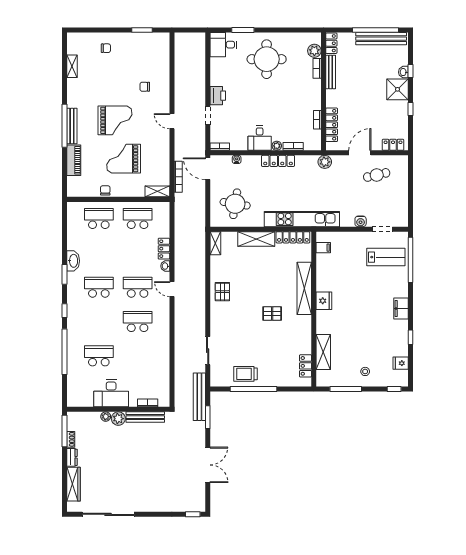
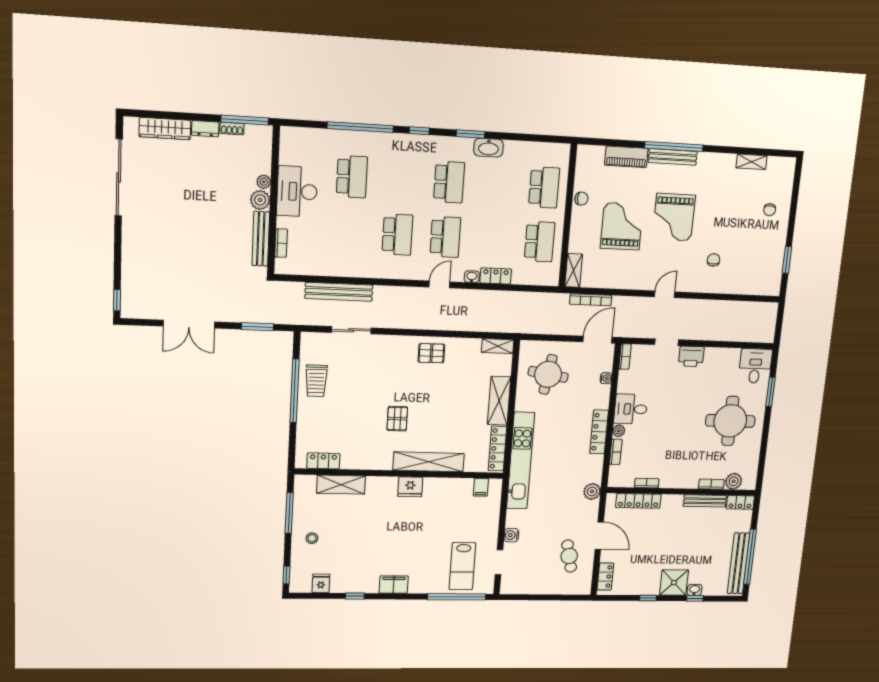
trolley: (246, 374) -> (316, 381), turned 180
bench: (199, 397) -> (339, 292), moved

